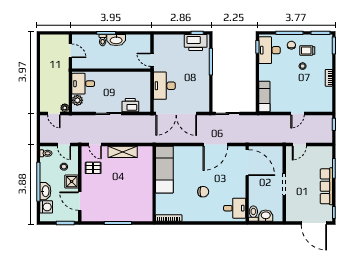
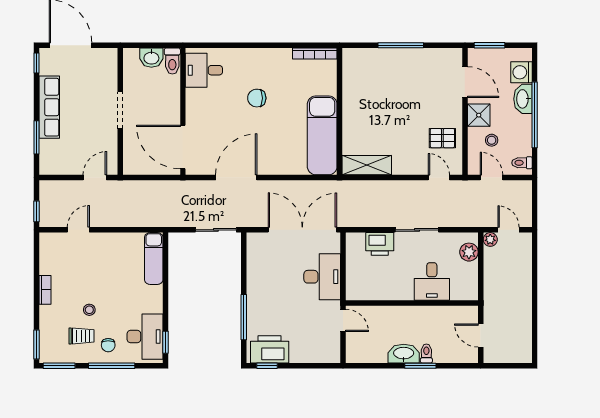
desk: (83, 84) -> (432, 281), moved, turned 90
door: (298, 113) -> (78, 230), moved
shelving: (123, 152) -> (367, 165), moved

